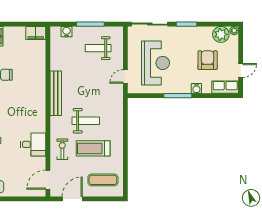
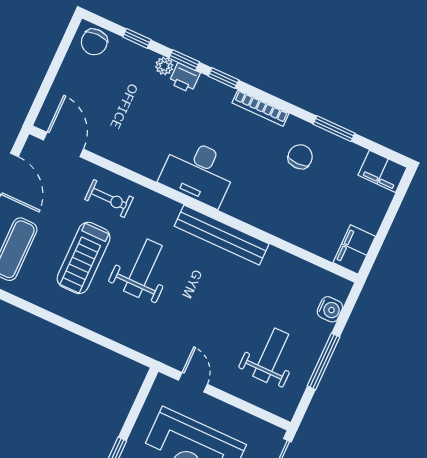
weight bench: (86, 121) -> (143, 268), turned 180
desk: (33, 144) -> (198, 172), moved, width x1.37
treadmill: (93, 148) -> (84, 258), turned 180

